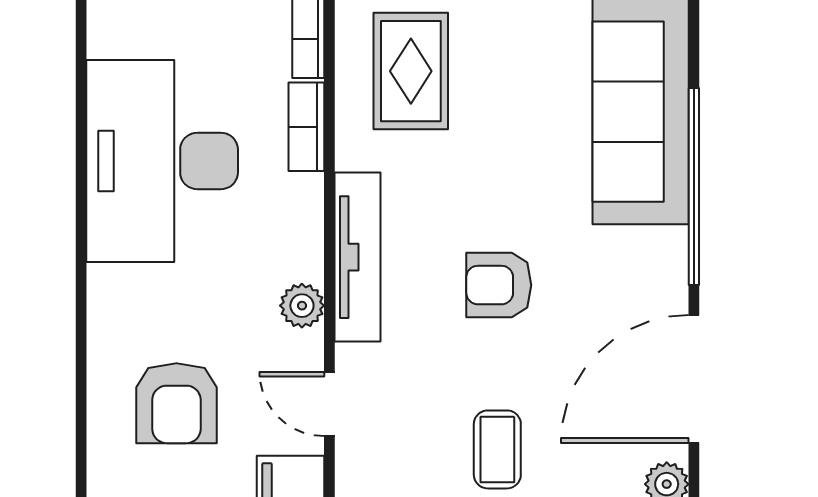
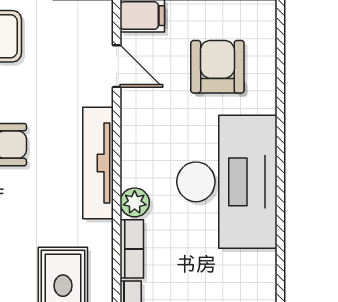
desk: (162, 161) -> (227, 182), moved
plant: (302, 306) -> (135, 202), moved

